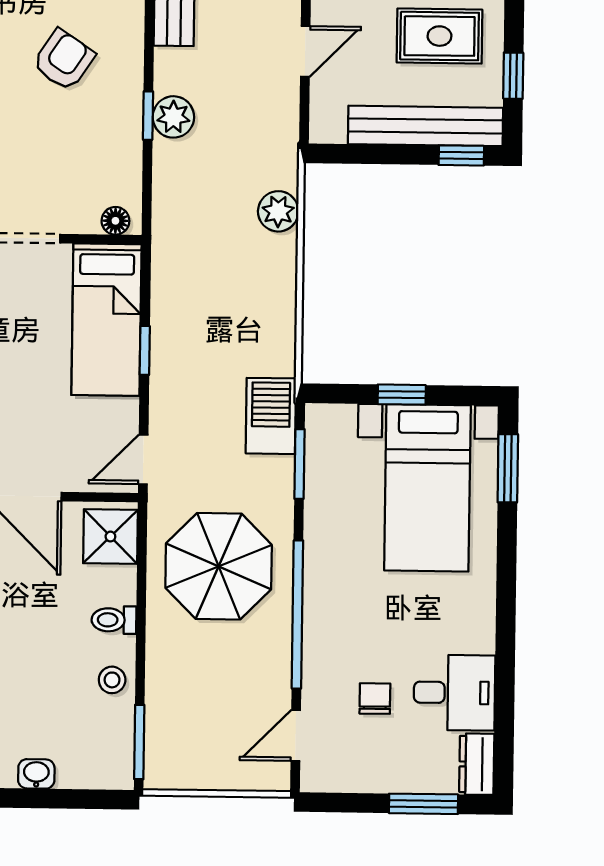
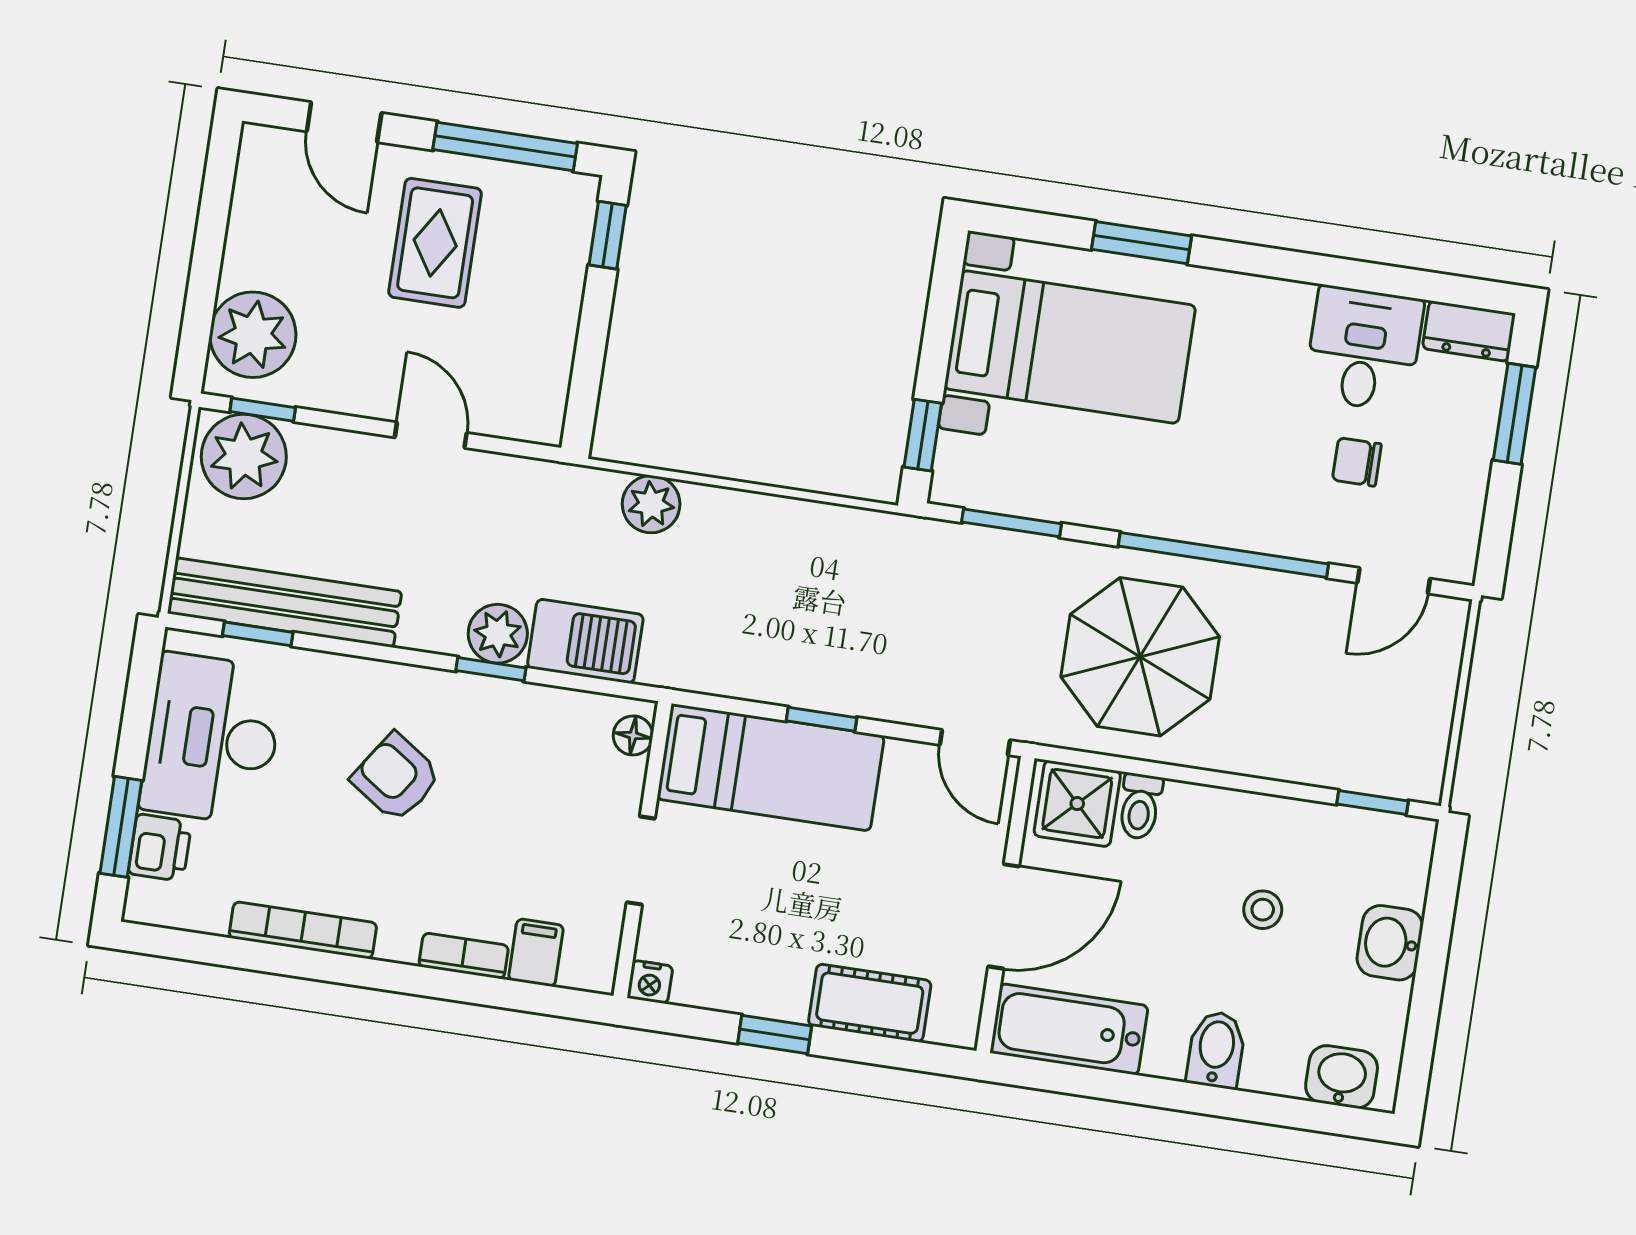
window: (513, 76) -> (505, 146), width x2.17
bench: (425, 126) -> (559, 280), removed
window: (402, 395) -> (923, 435), moved
barbecue: (271, 416) -> (585, 641), moved, turned 180
window: (508, 468) -> (1141, 243), moved
toilet: (114, 620) -> (1140, 806), moved
stool: (112, 680) -> (1263, 910), moved
door: (296, 735) -> (1394, 581), hinge flipped
window: (139, 742) -> (1373, 803), width x0.67
washbasin: (36, 774) -> (1390, 943), width x1.38, depth x1.45

